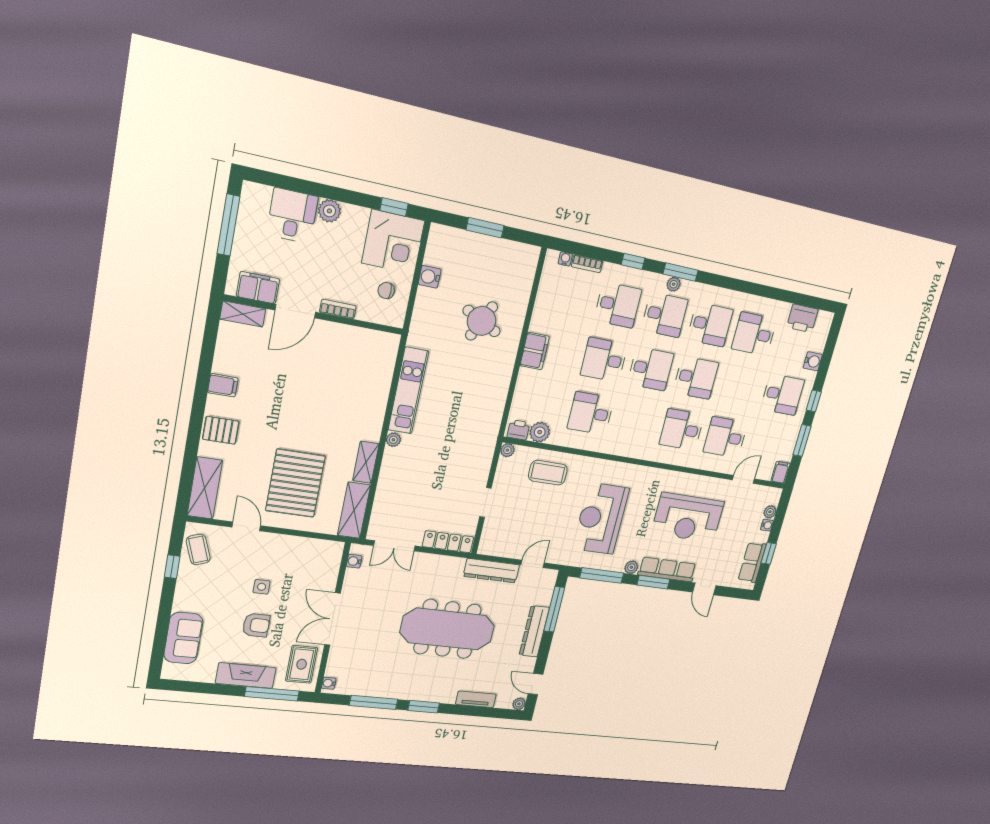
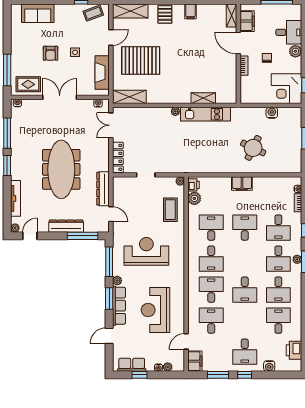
chair: (386, 291) -> (267, 58), moved
desk: (651, 369) -> (211, 259), moved
shelving: (366, 462) -> (203, 98), moved
filing cabinet: (781, 472) -> (195, 361), width x2.00
door: (744, 479) -> (186, 341), swing flipped
fireplace: (246, 676) -> (102, 73), moved, turned 180
tv unit: (476, 699) -> (15, 198), width x1.41

